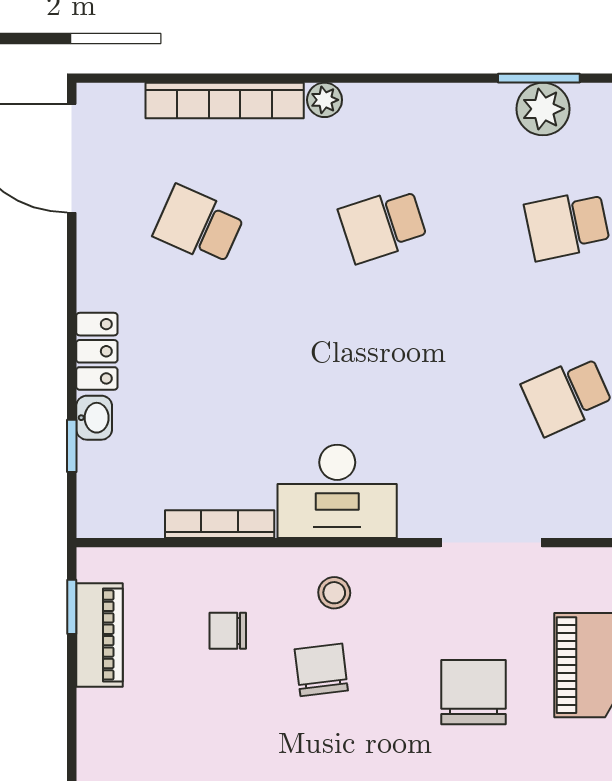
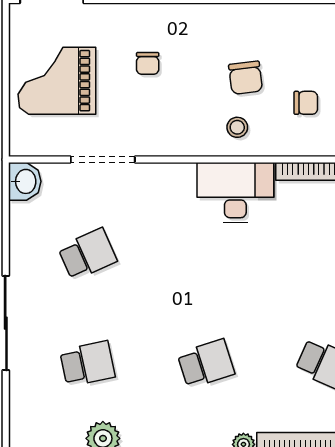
doorway: (491, 543) -> (103, 160), moved
chair: (474, 692) -> (148, 63), width x0.54, depth x0.54

